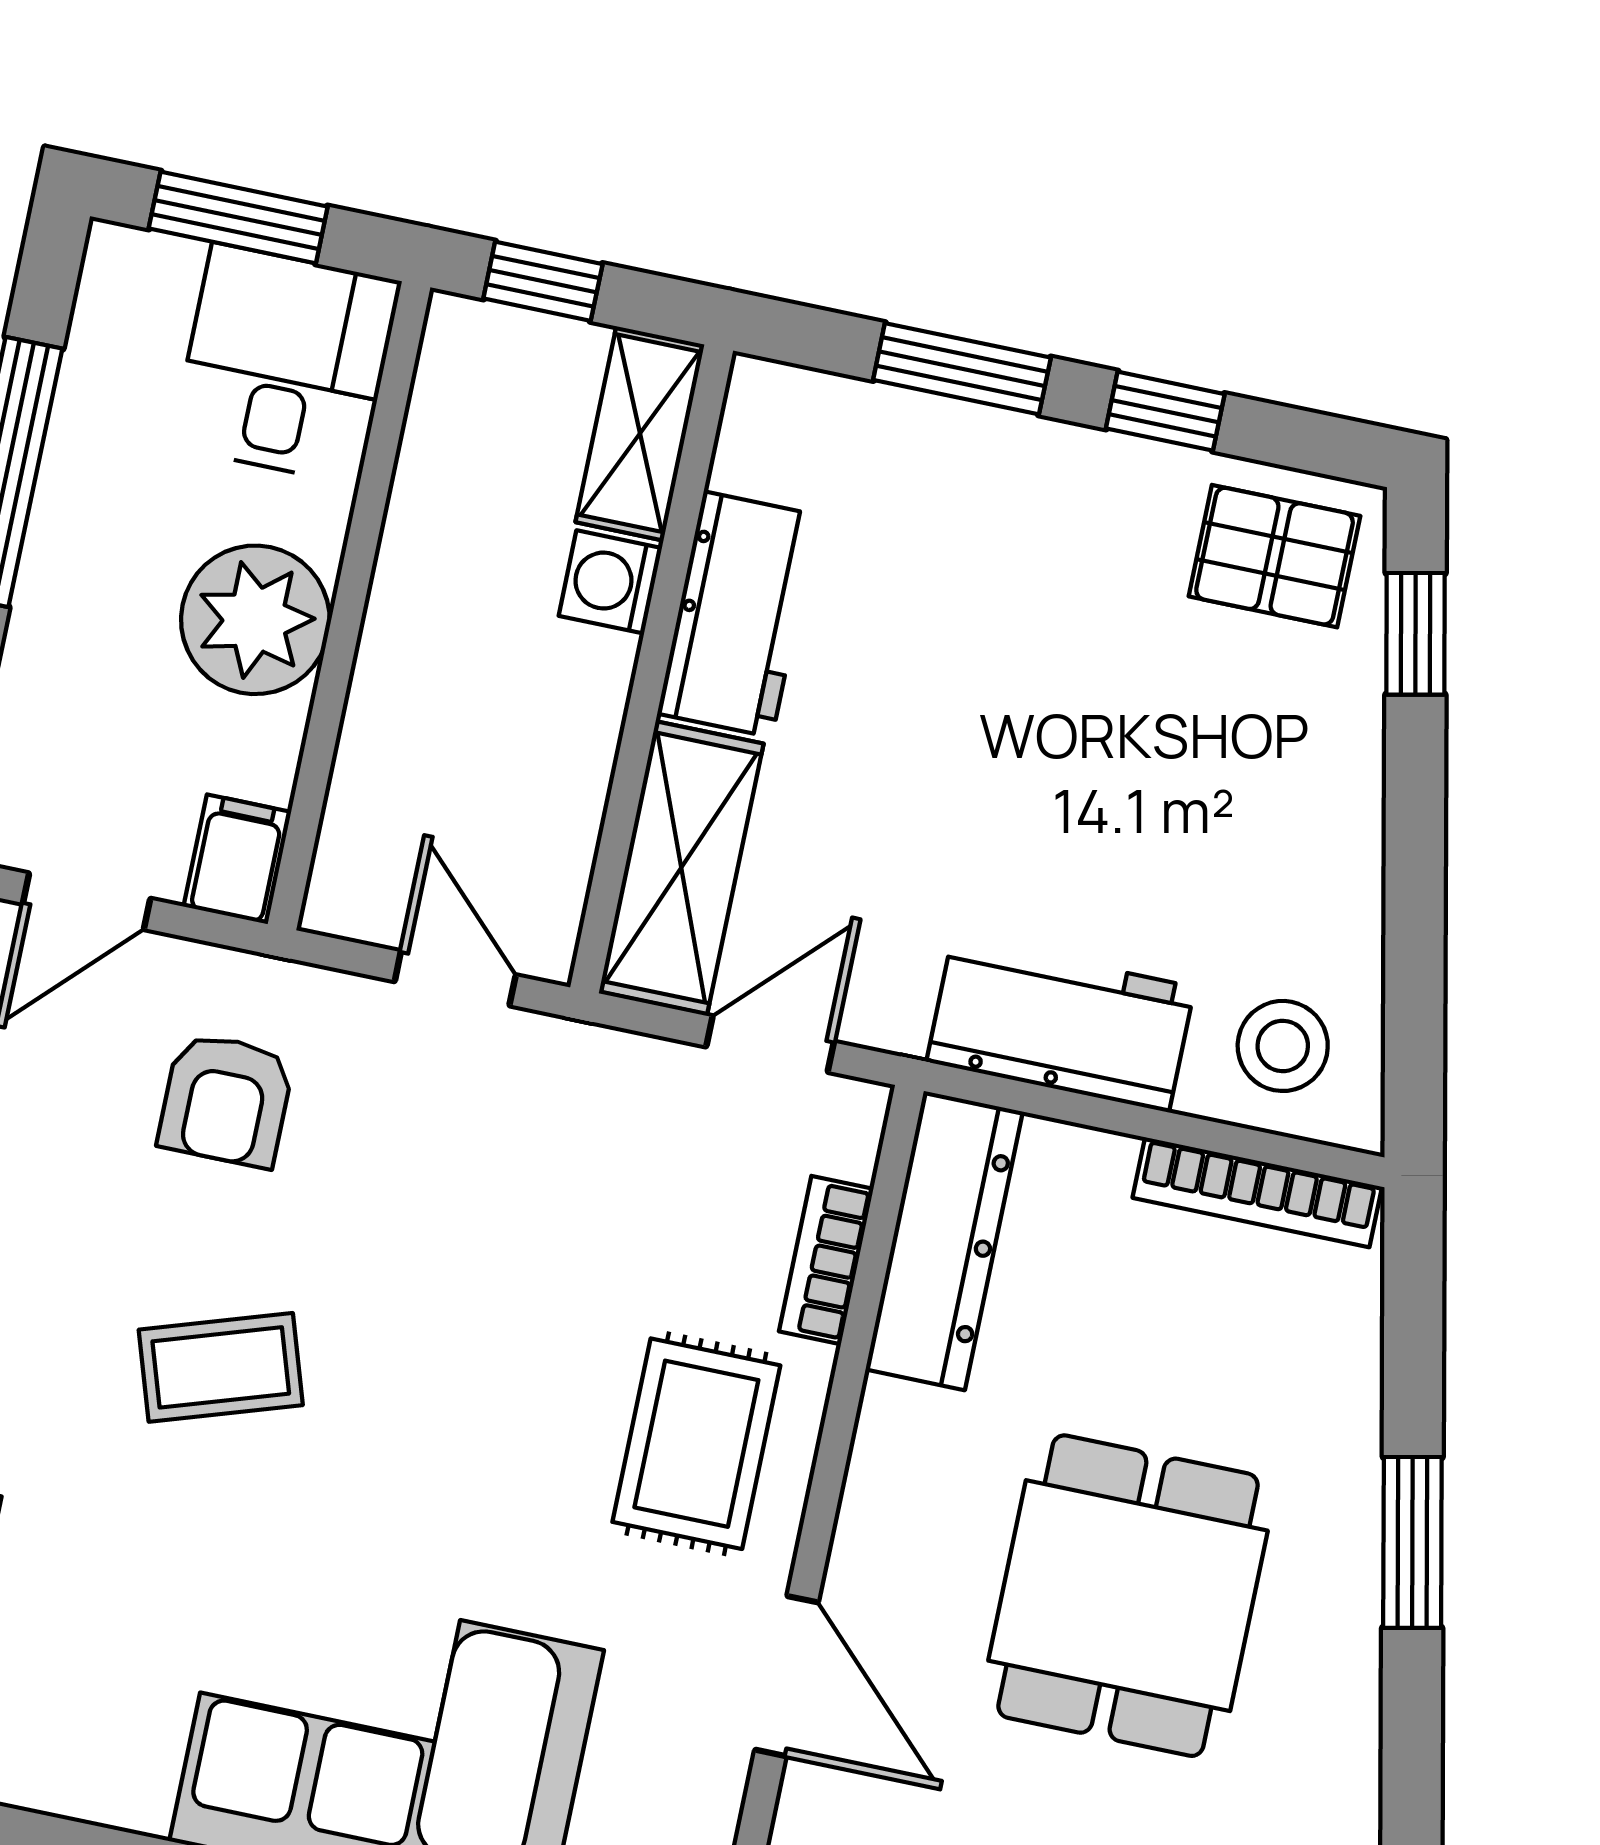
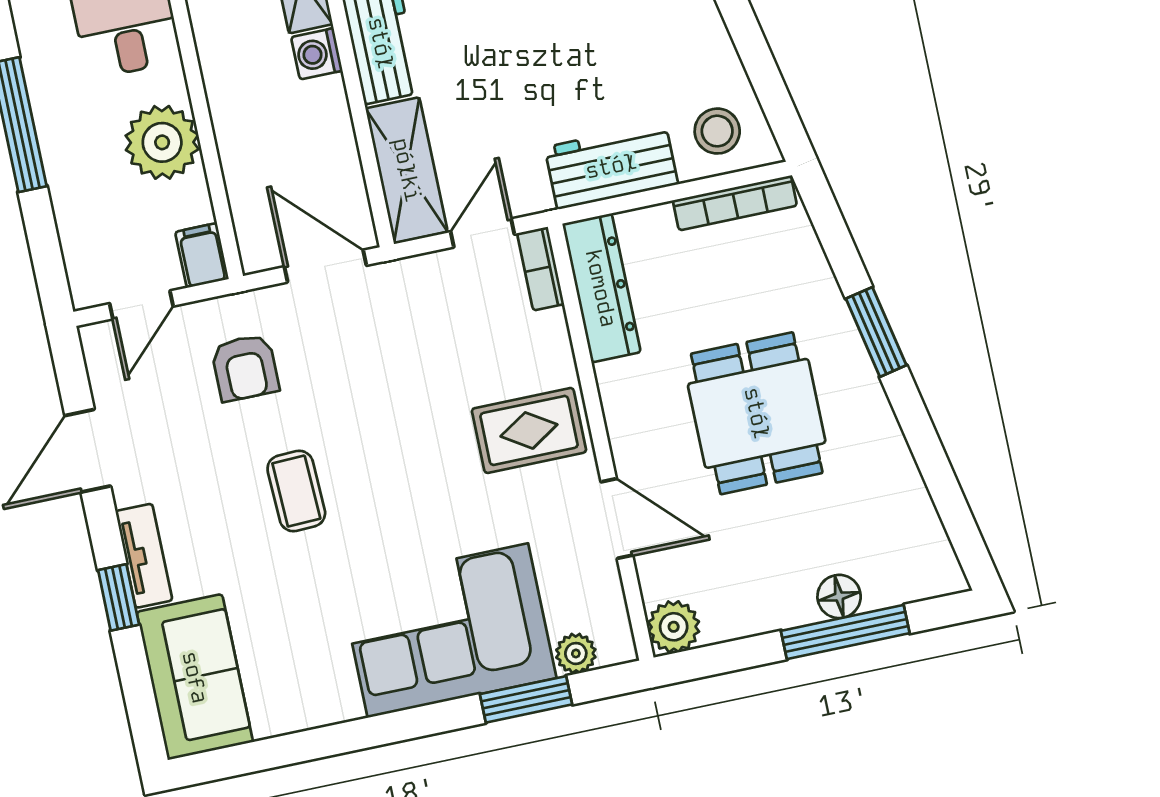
door: (455, 978) -> (325, 266), width x1.38
bookcase: (826, 1260) -> (541, 269), moved
coffee table: (221, 1367) -> (296, 491), turned -74
rug: (696, 1444) -> (529, 430), turned 90

